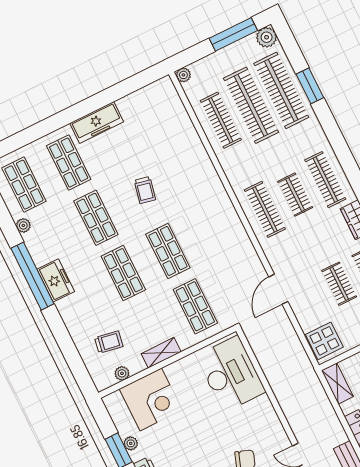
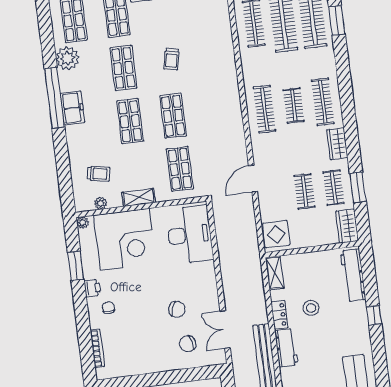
plant: (23, 225) -> (68, 58), width x1.87, depth x1.87
corner desk: (151, 399) -> (125, 239), width x1.36, depth x1.36
plant: (131, 443) -> (83, 223), moved

